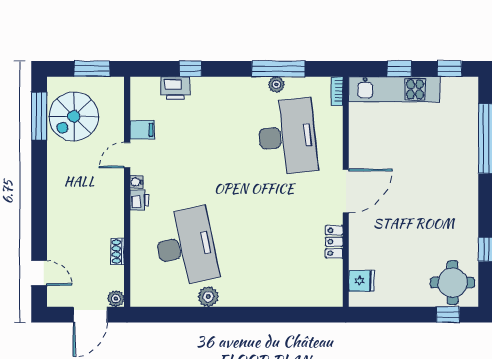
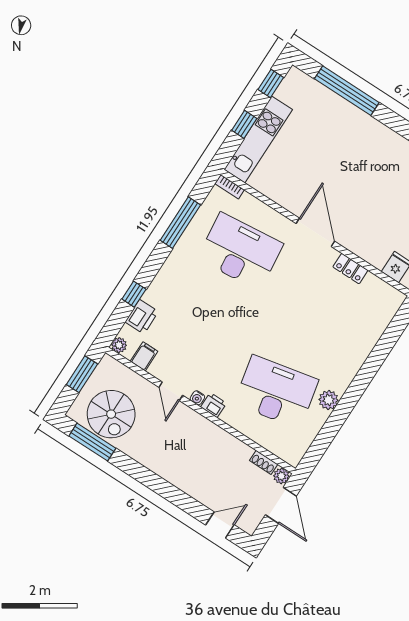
plant: (276, 84) -> (119, 345), moved
filing cabinet: (142, 130) -> (144, 356), moved
shoe rack: (118, 252) -> (264, 462), moved

